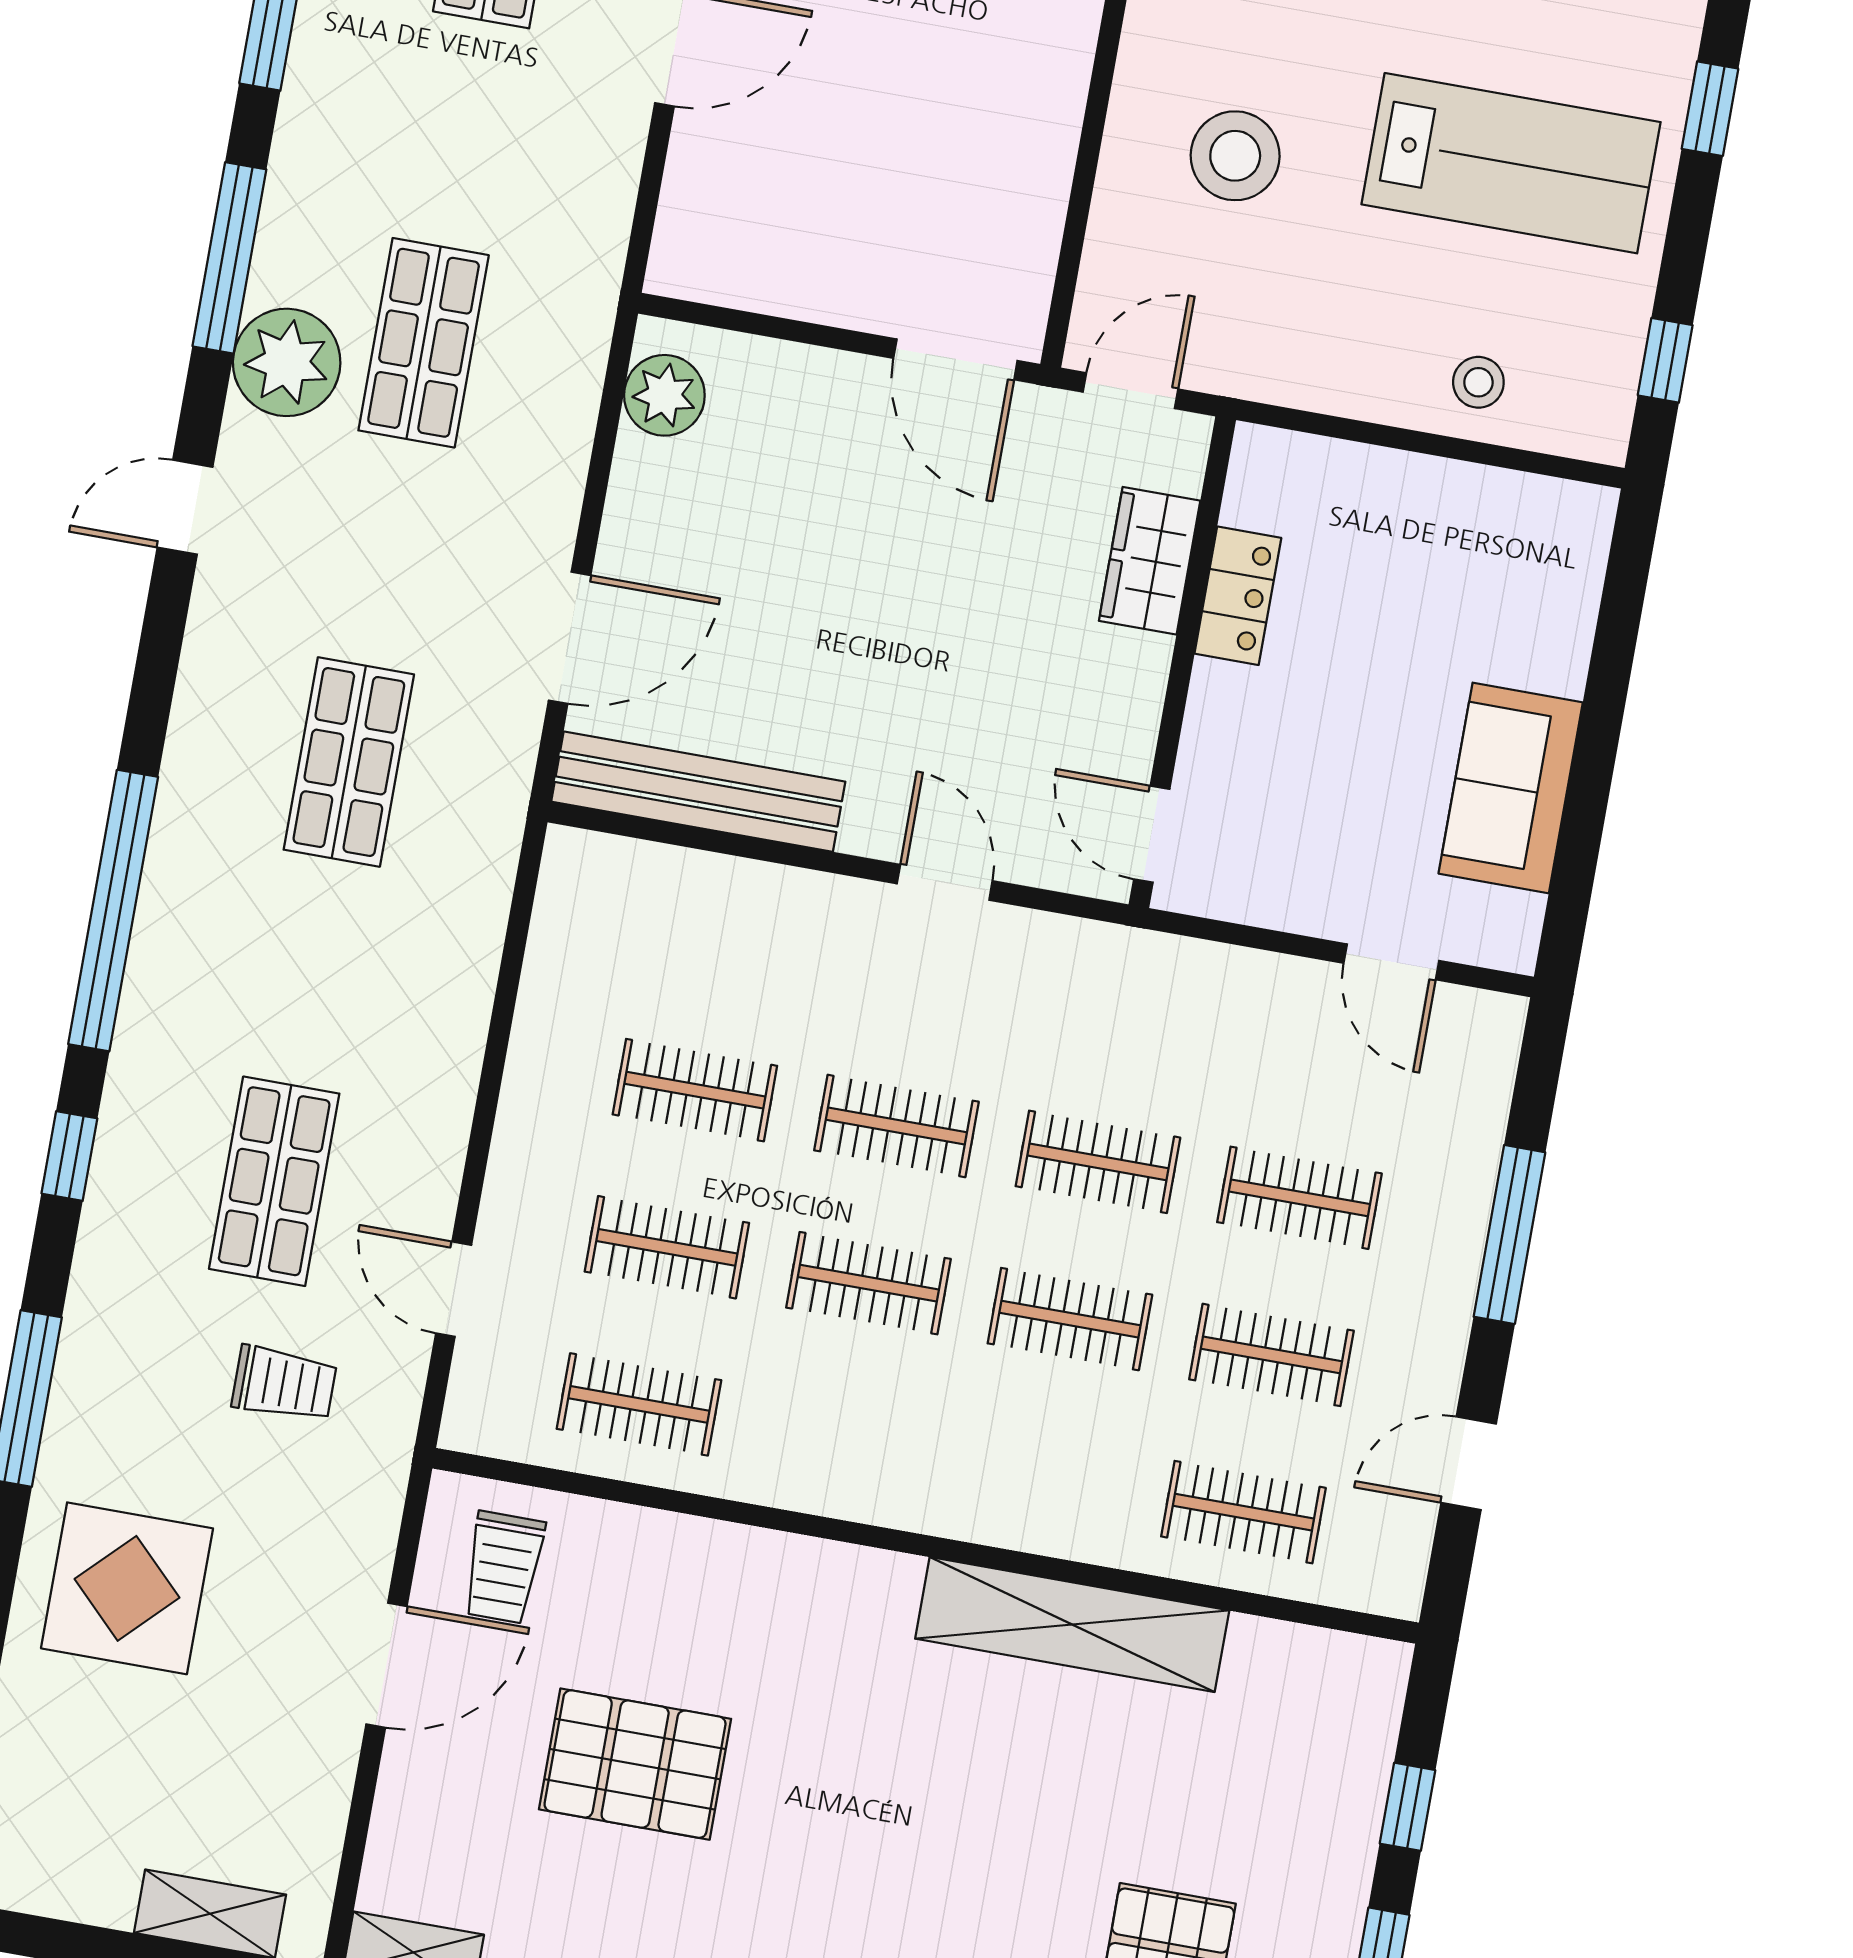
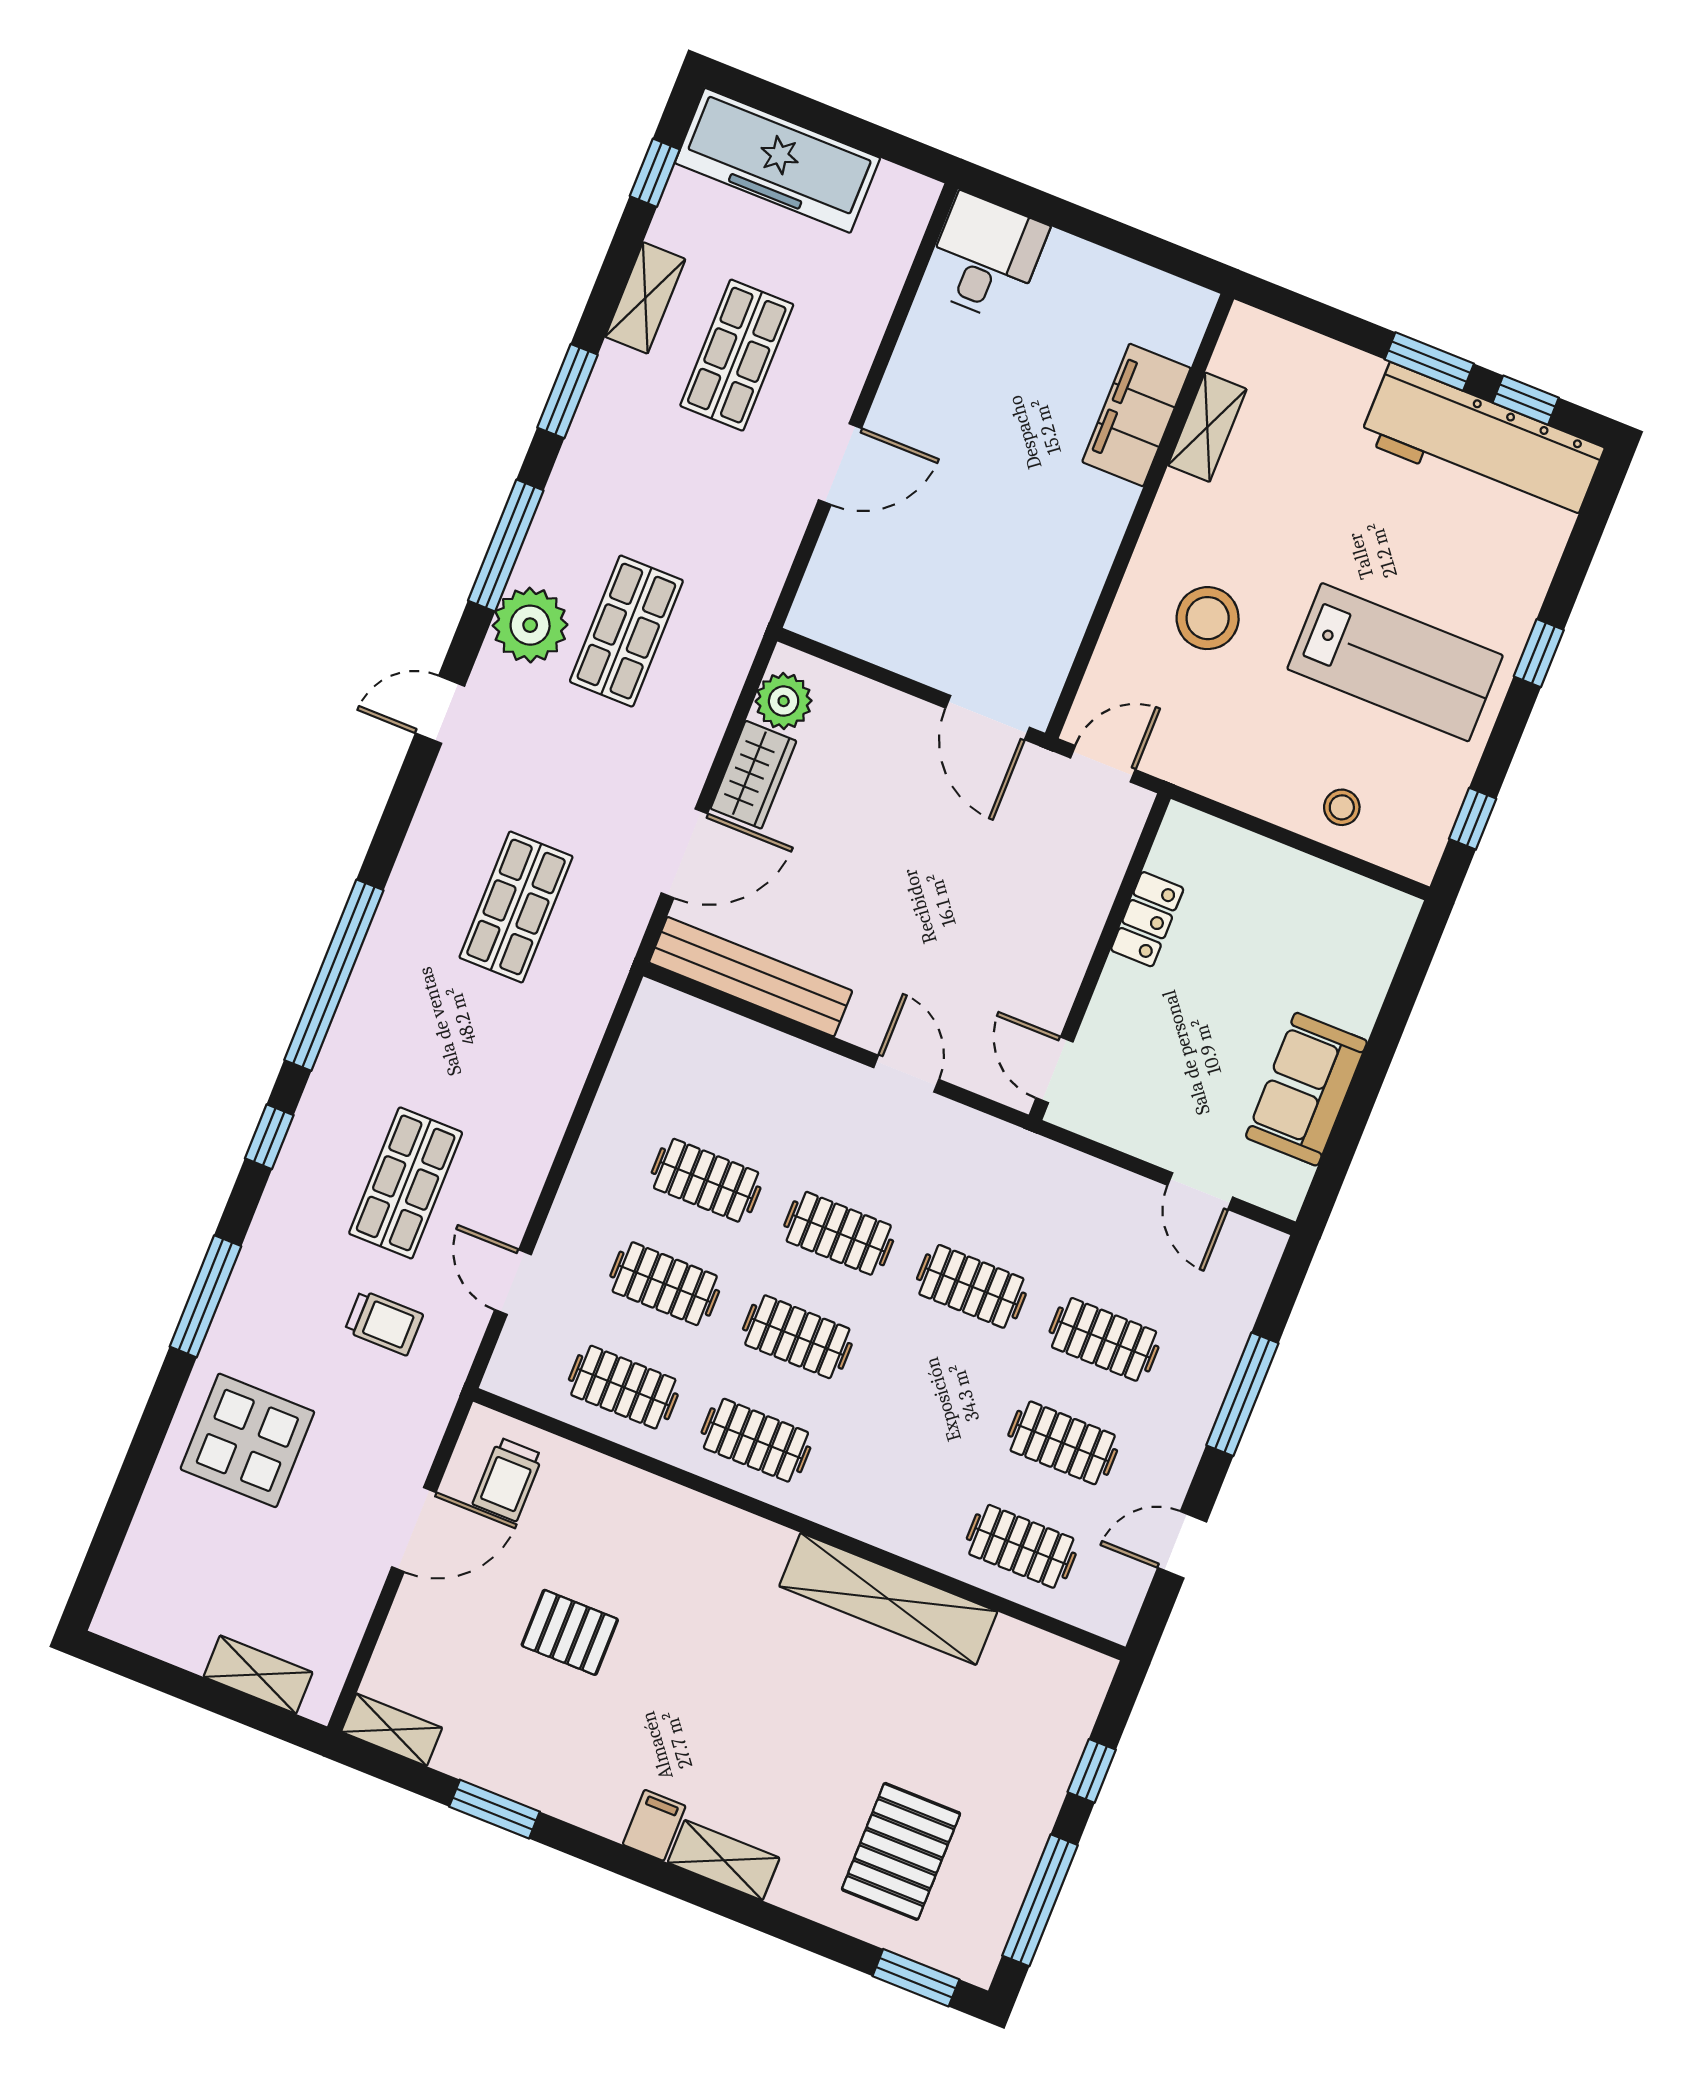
wardrobe: (1150, 561) -> (753, 775), moved, turned 180
clothes rail: (1070, 1319) -> (756, 1440), moved
pallet: (635, 1764) -> (570, 1632), width x0.67, depth x0.71

